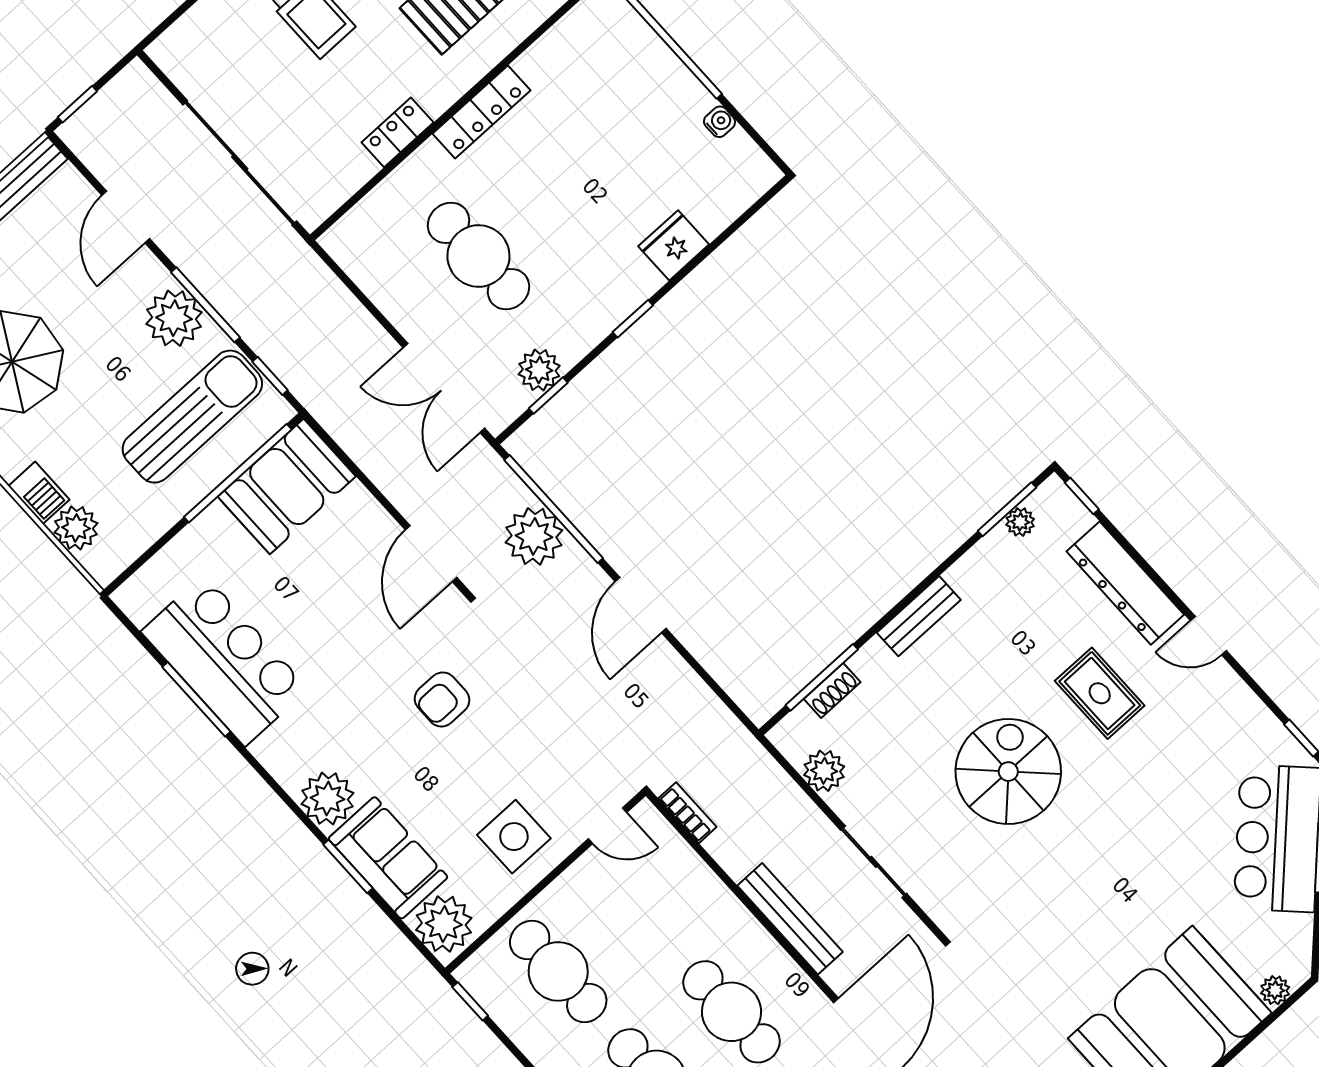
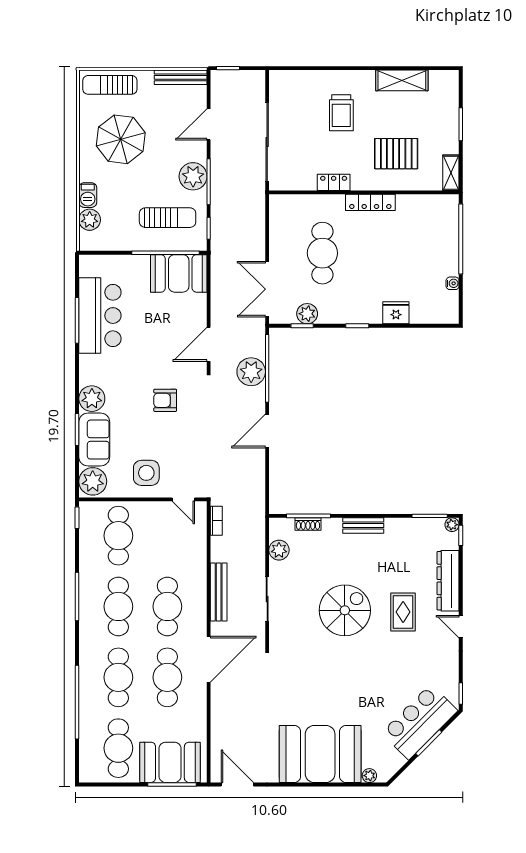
sun lounger: (192, 417) -> (168, 218), width x0.73, depth x0.75
plant: (1020, 522) -> (452, 525), moved

